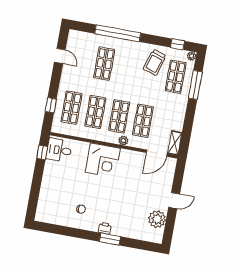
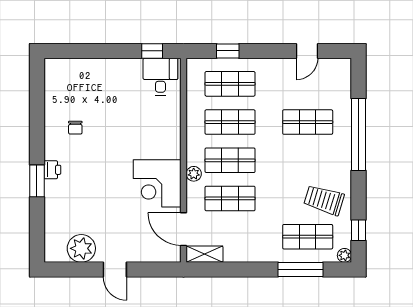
corner desk: (103, 160) -> (157, 183), moved

